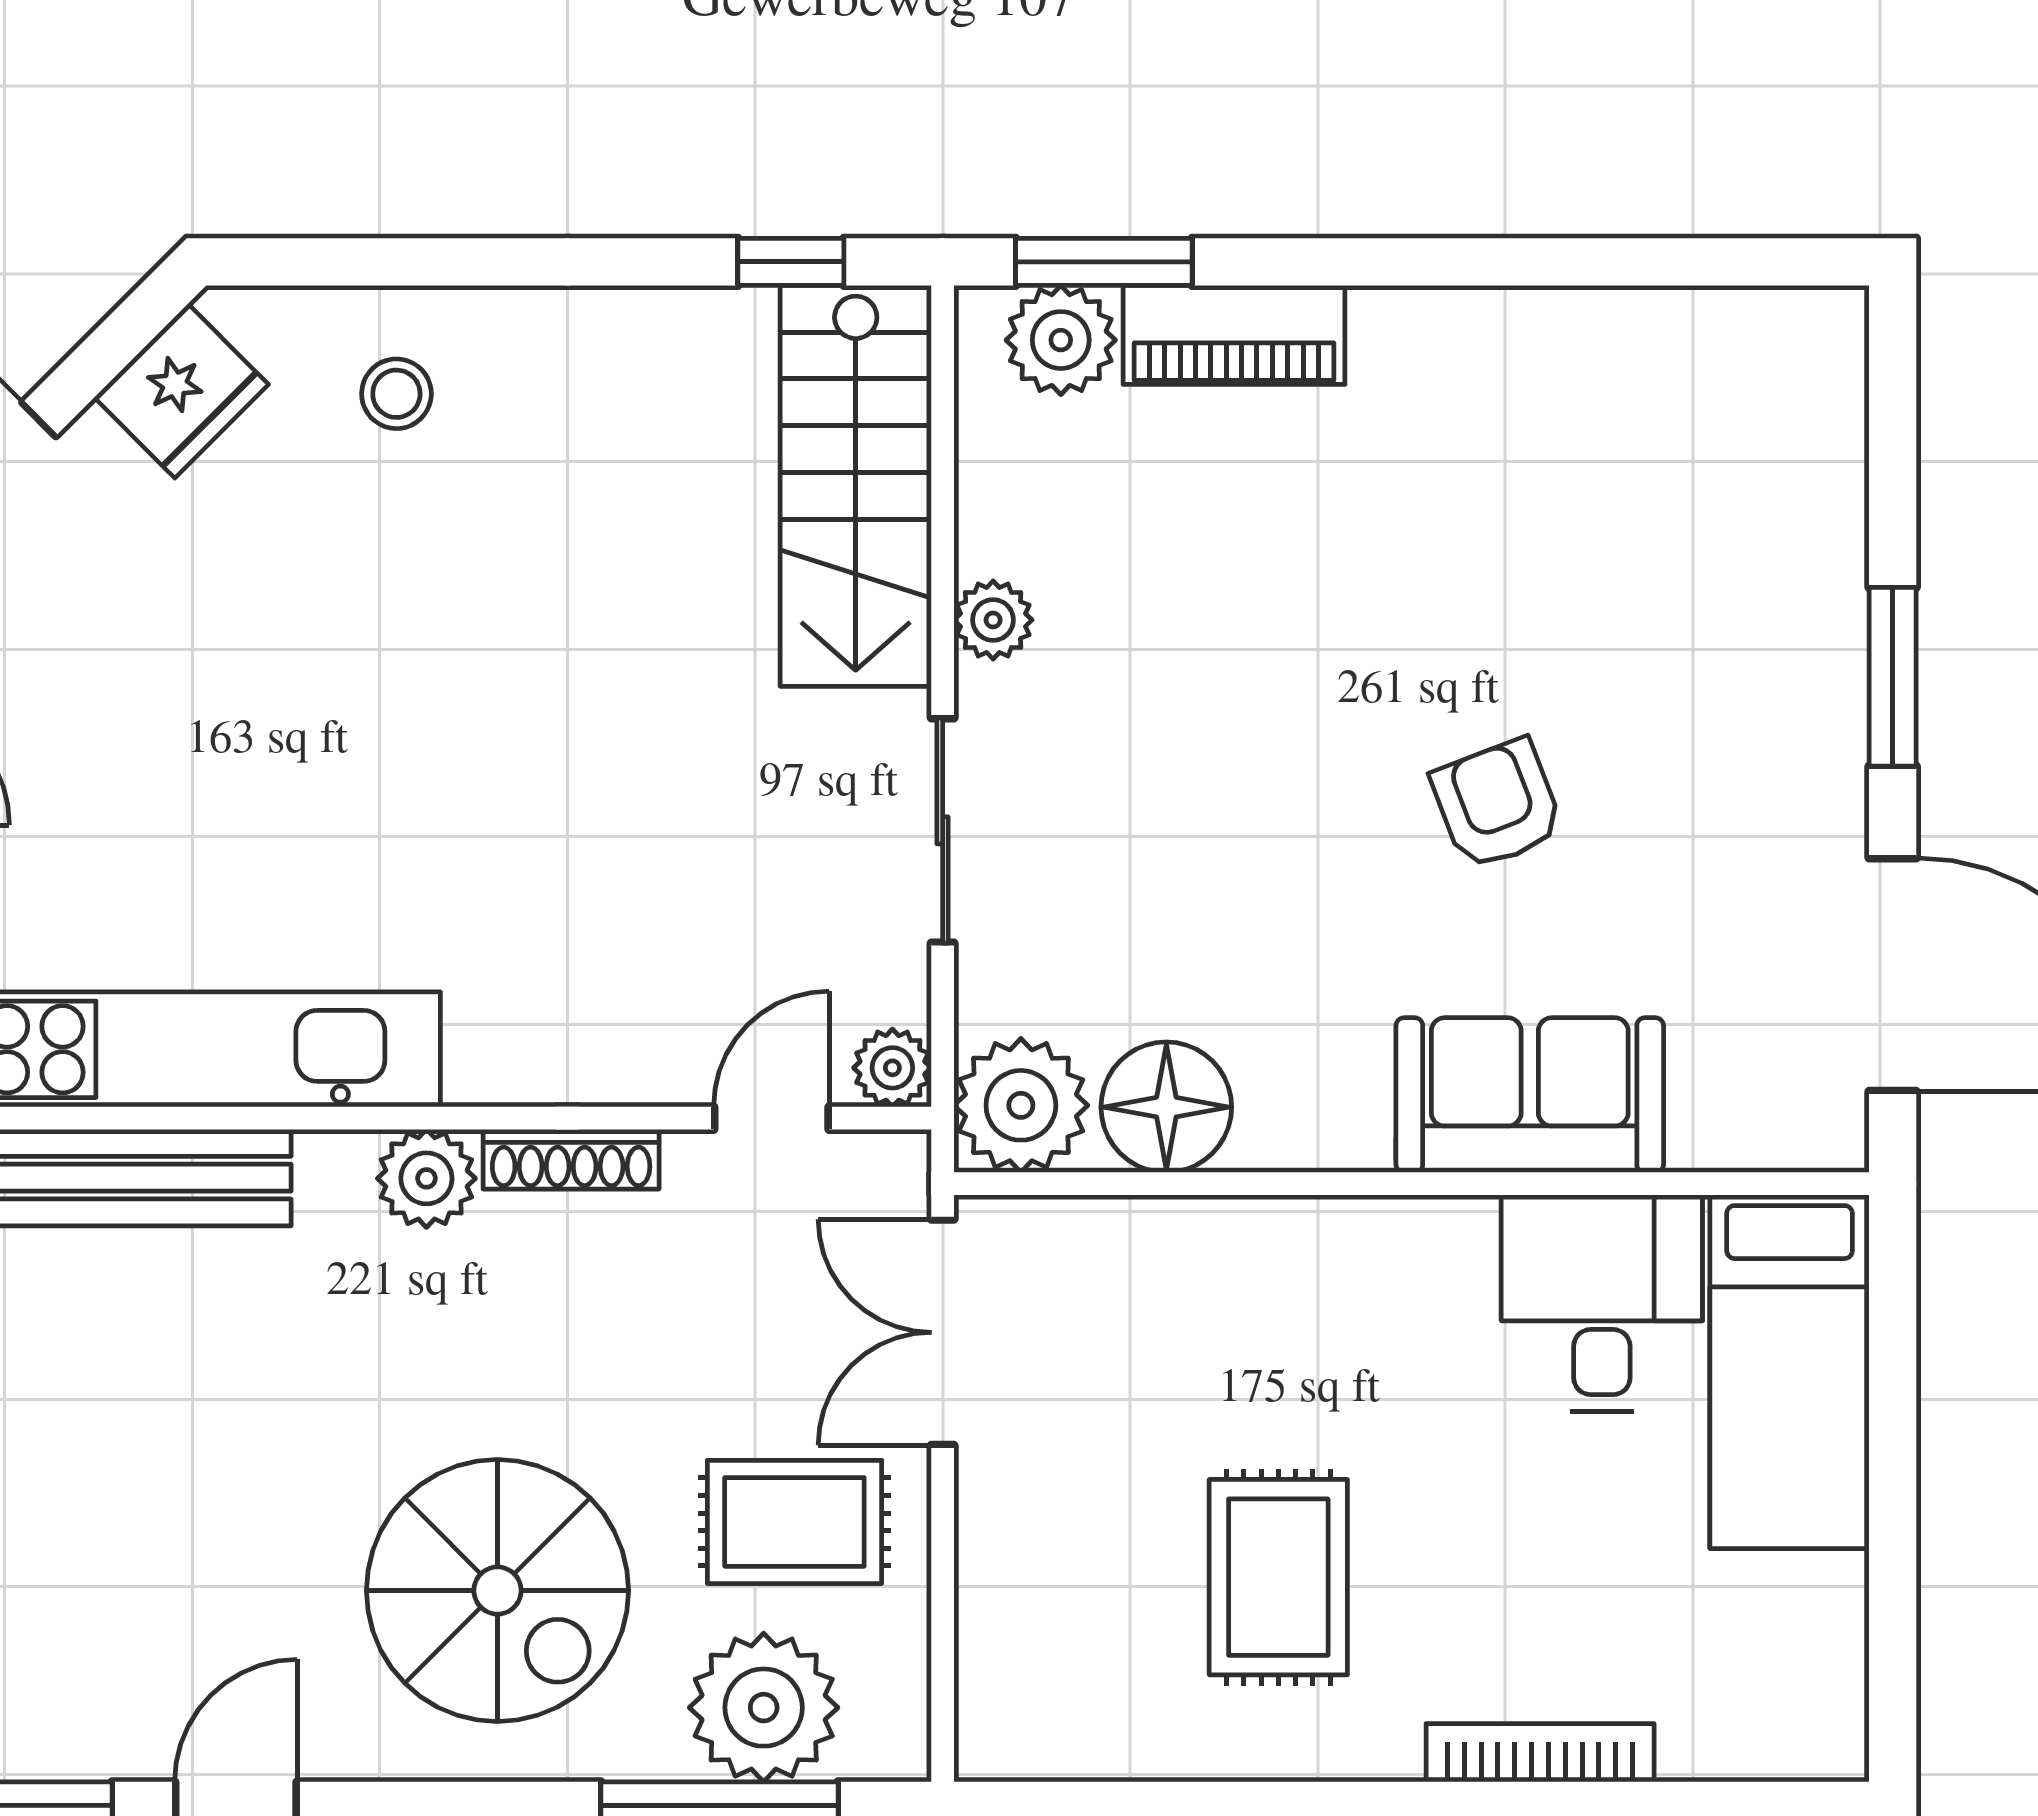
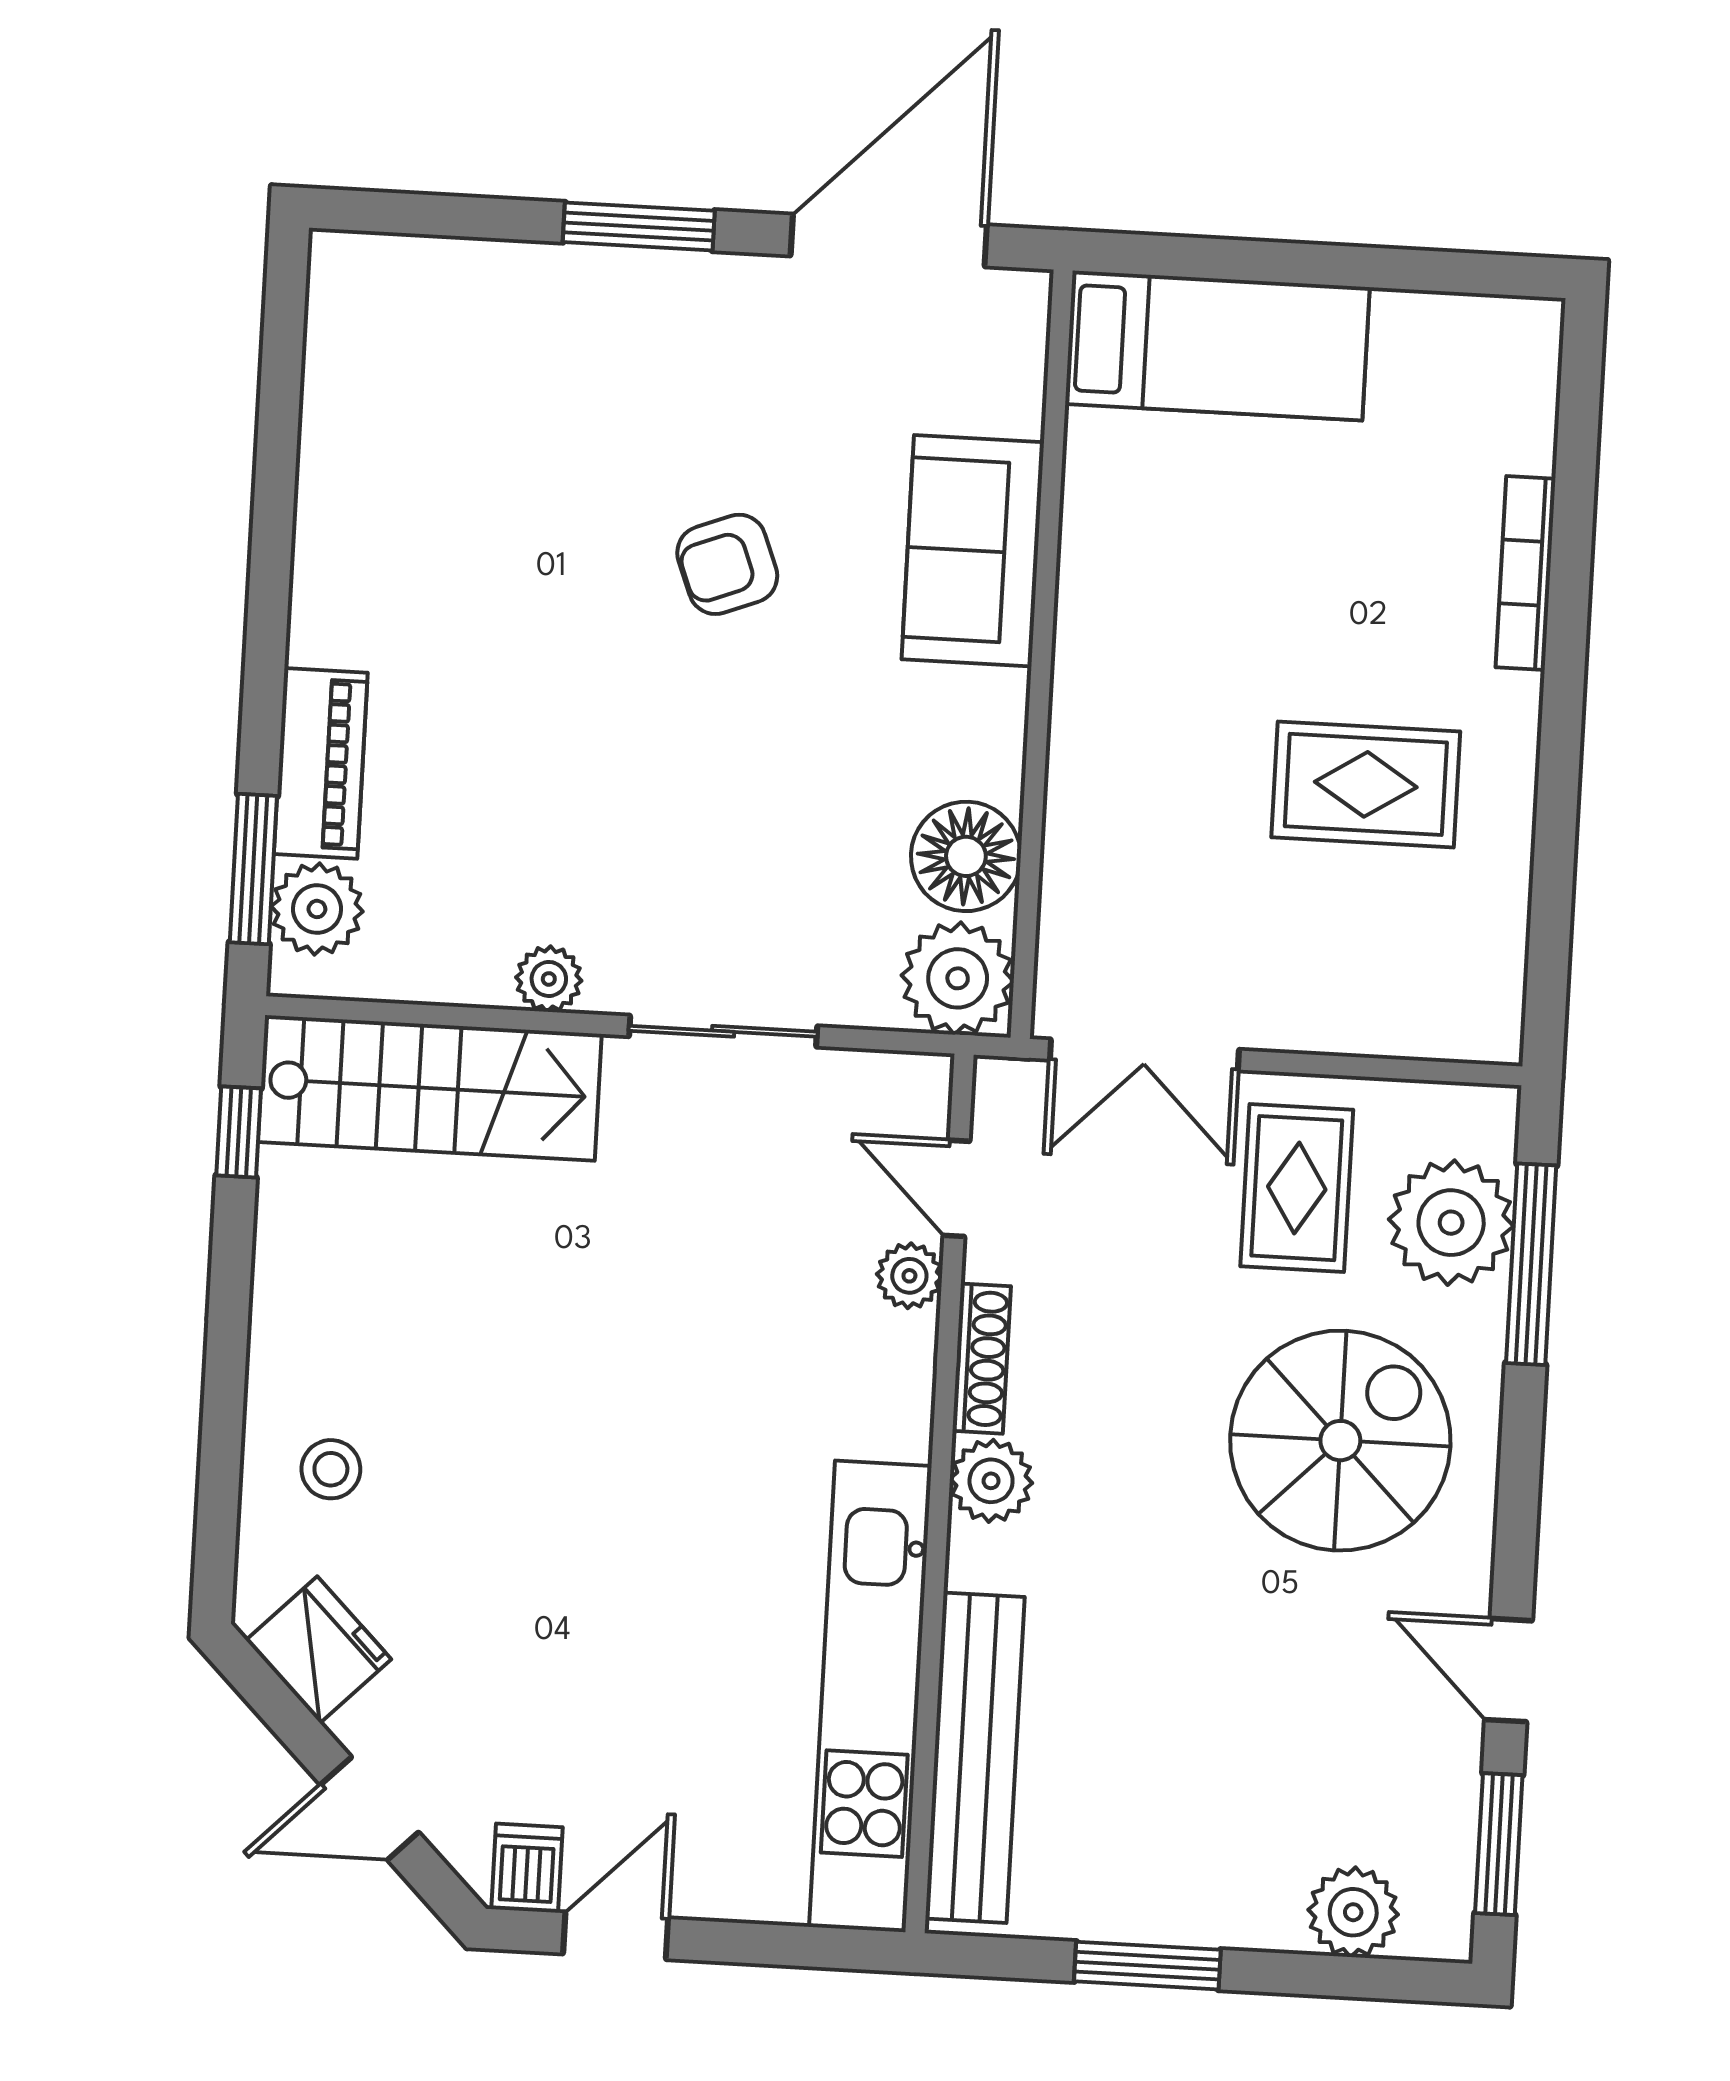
plant: (892, 1068) -> (909, 1276), moved
desk: (1602, 1303) -> (1151, 500), removed

